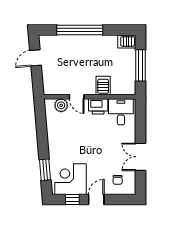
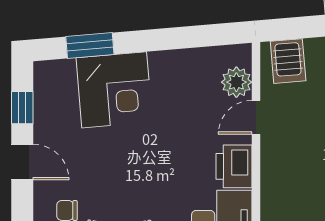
server rack: (103, 86) -> (288, 61), moved, turned 85
corner desk: (70, 179) -> (114, 90), moved, turned 85

